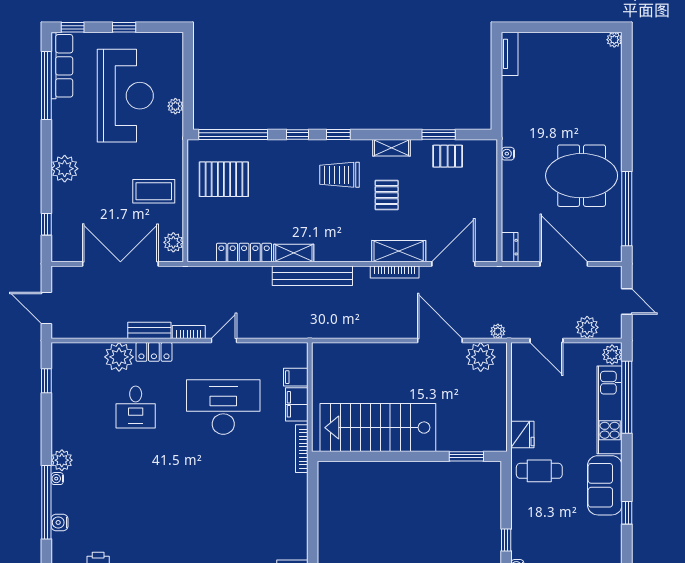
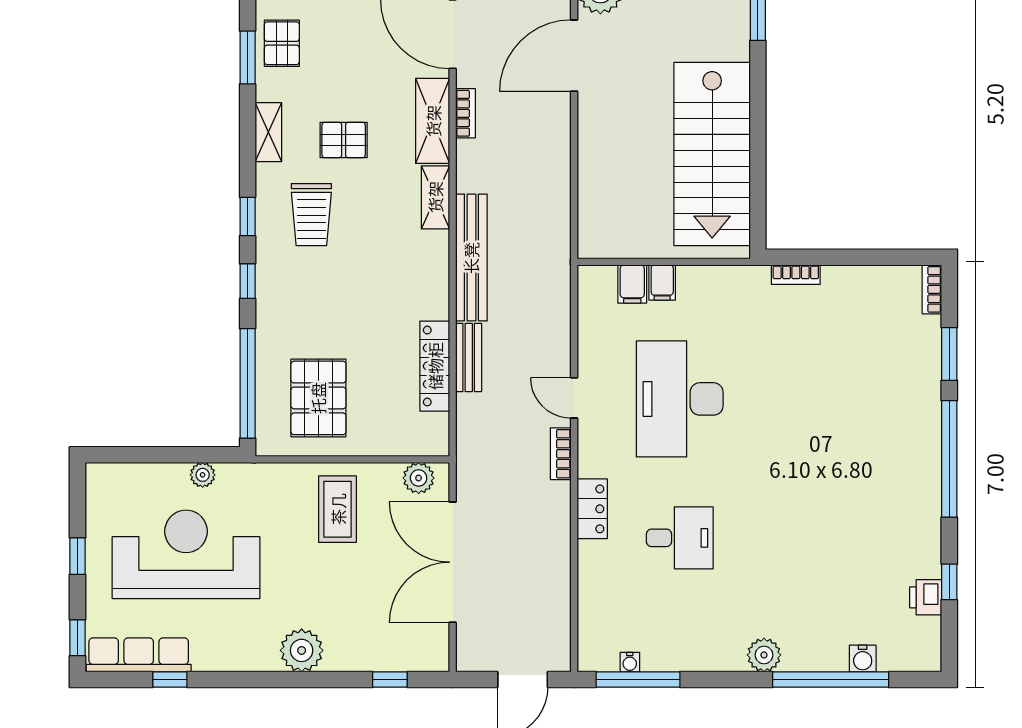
window: (46, 85) -> (170, 679), width x0.32
shelving: (294, 253) -> (435, 197), moved
bookcase: (395, 272) -> (466, 113), width x0.64
bench: (149, 330) -> (469, 357), moved
plant: (119, 357) -> (600, 564), removed
window: (46, 381) -> (638, 679), width x2.17
filing cabinet: (297, 404) -> (662, 283), width x0.50
bookcase: (302, 449) -> (796, 275), moved, width x0.64
water cooler: (57, 479) -> (630, 662), moved

